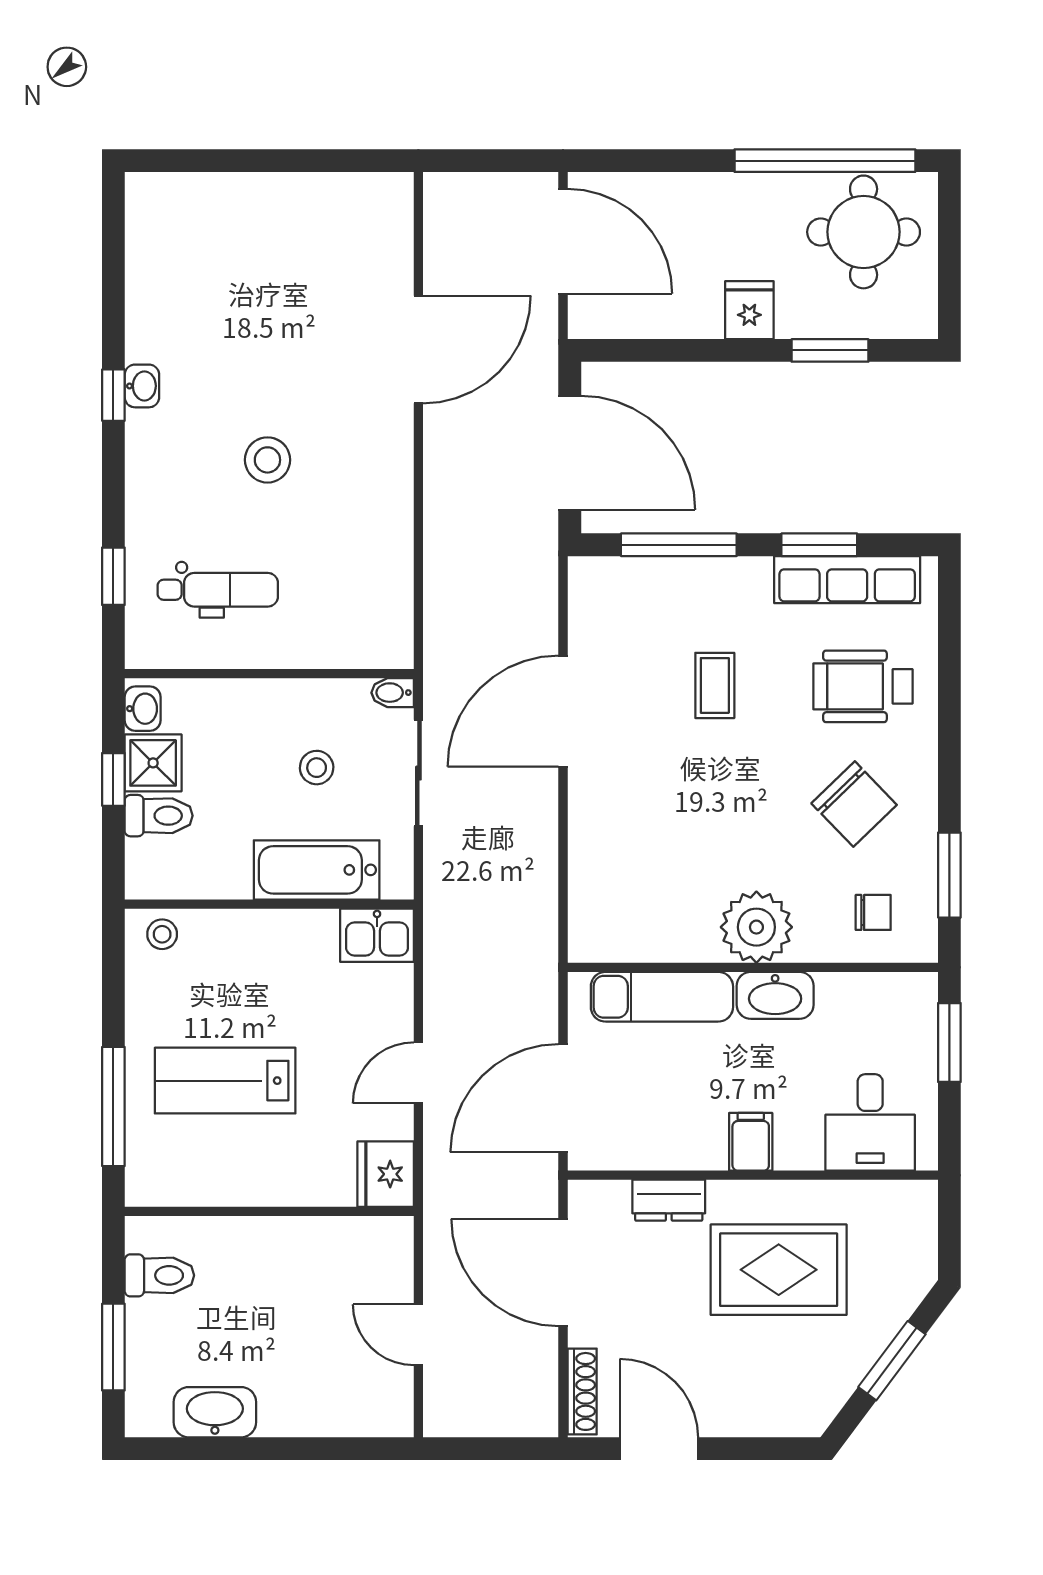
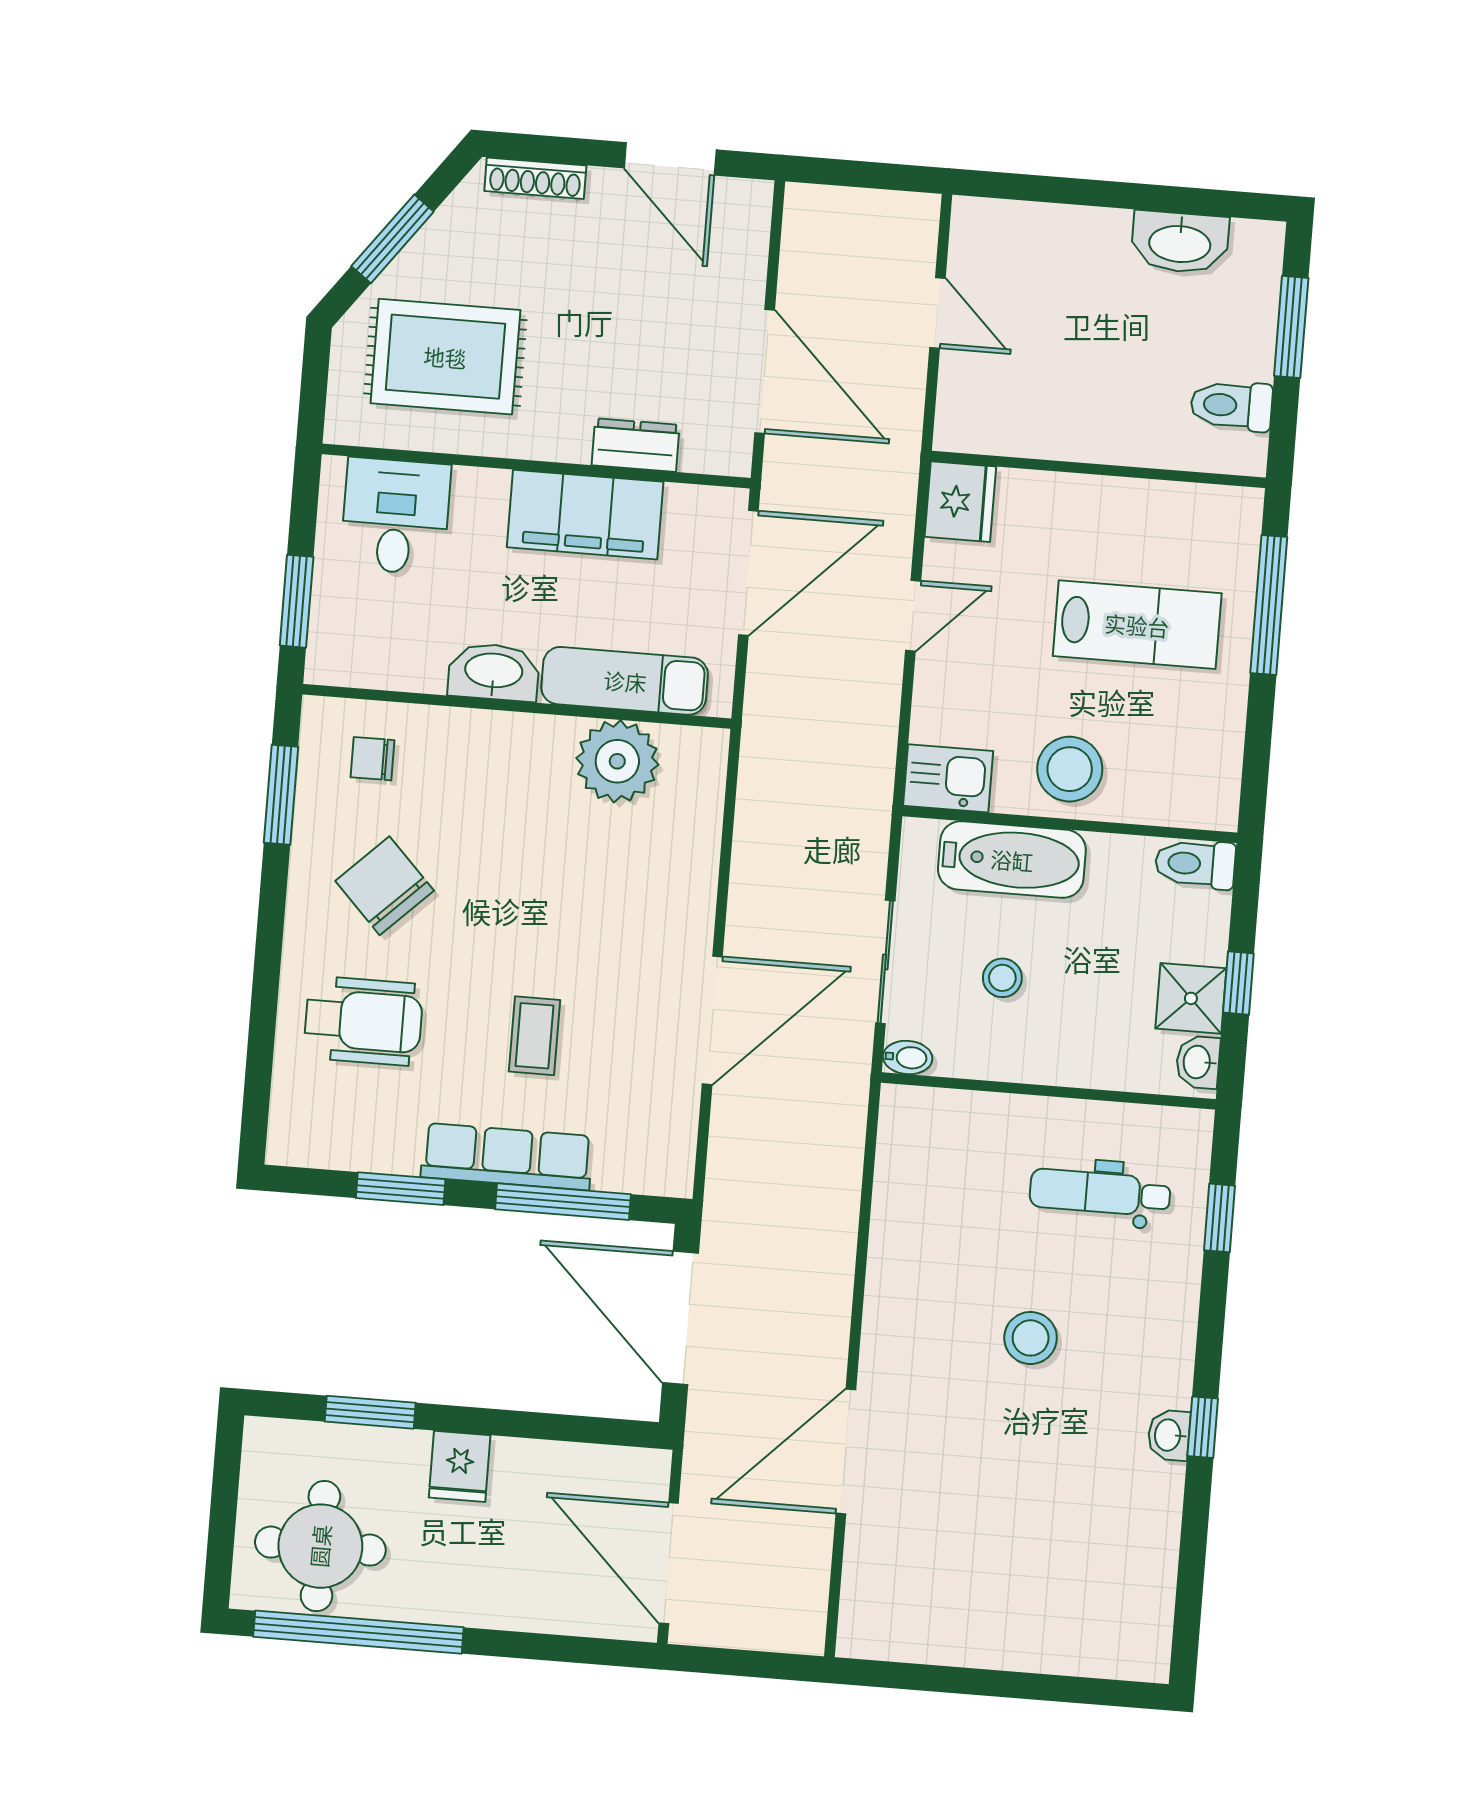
row of seats: (847, 580) -> (507, 1157), moved
toilet: (159, 816) -> (1195, 864), moved
plant: (756, 927) -> (617, 761), moved
stool: (162, 934) -> (1070, 769), moved, width x1.89, depth x1.89
filing cabinet: (751, 1142) -> (585, 515), width x3.00, depth x1.17
rug: (779, 1270) -> (445, 357), moved
shoe rack: (582, 1391) -> (535, 178), moved, turned -90

